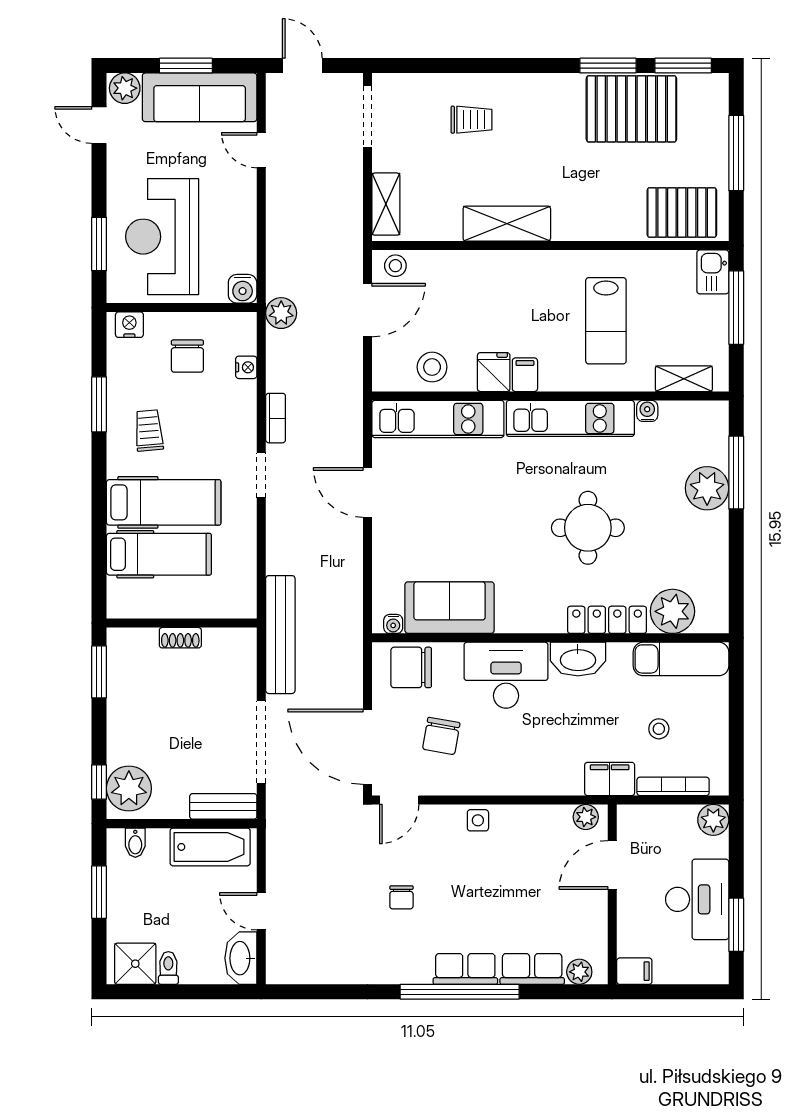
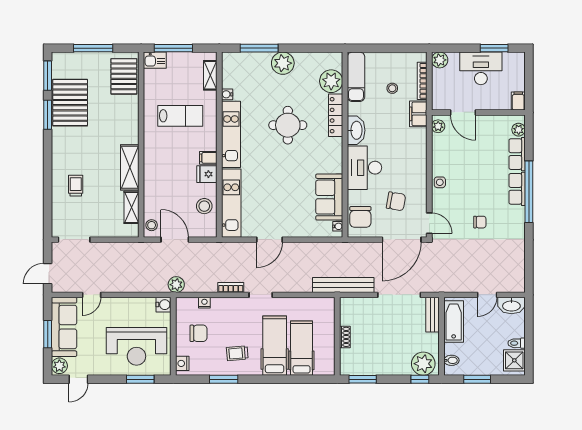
shelving: (386, 204) -> (132, 207), moved, turned 90
plant: (707, 488) -> (283, 63), moved

